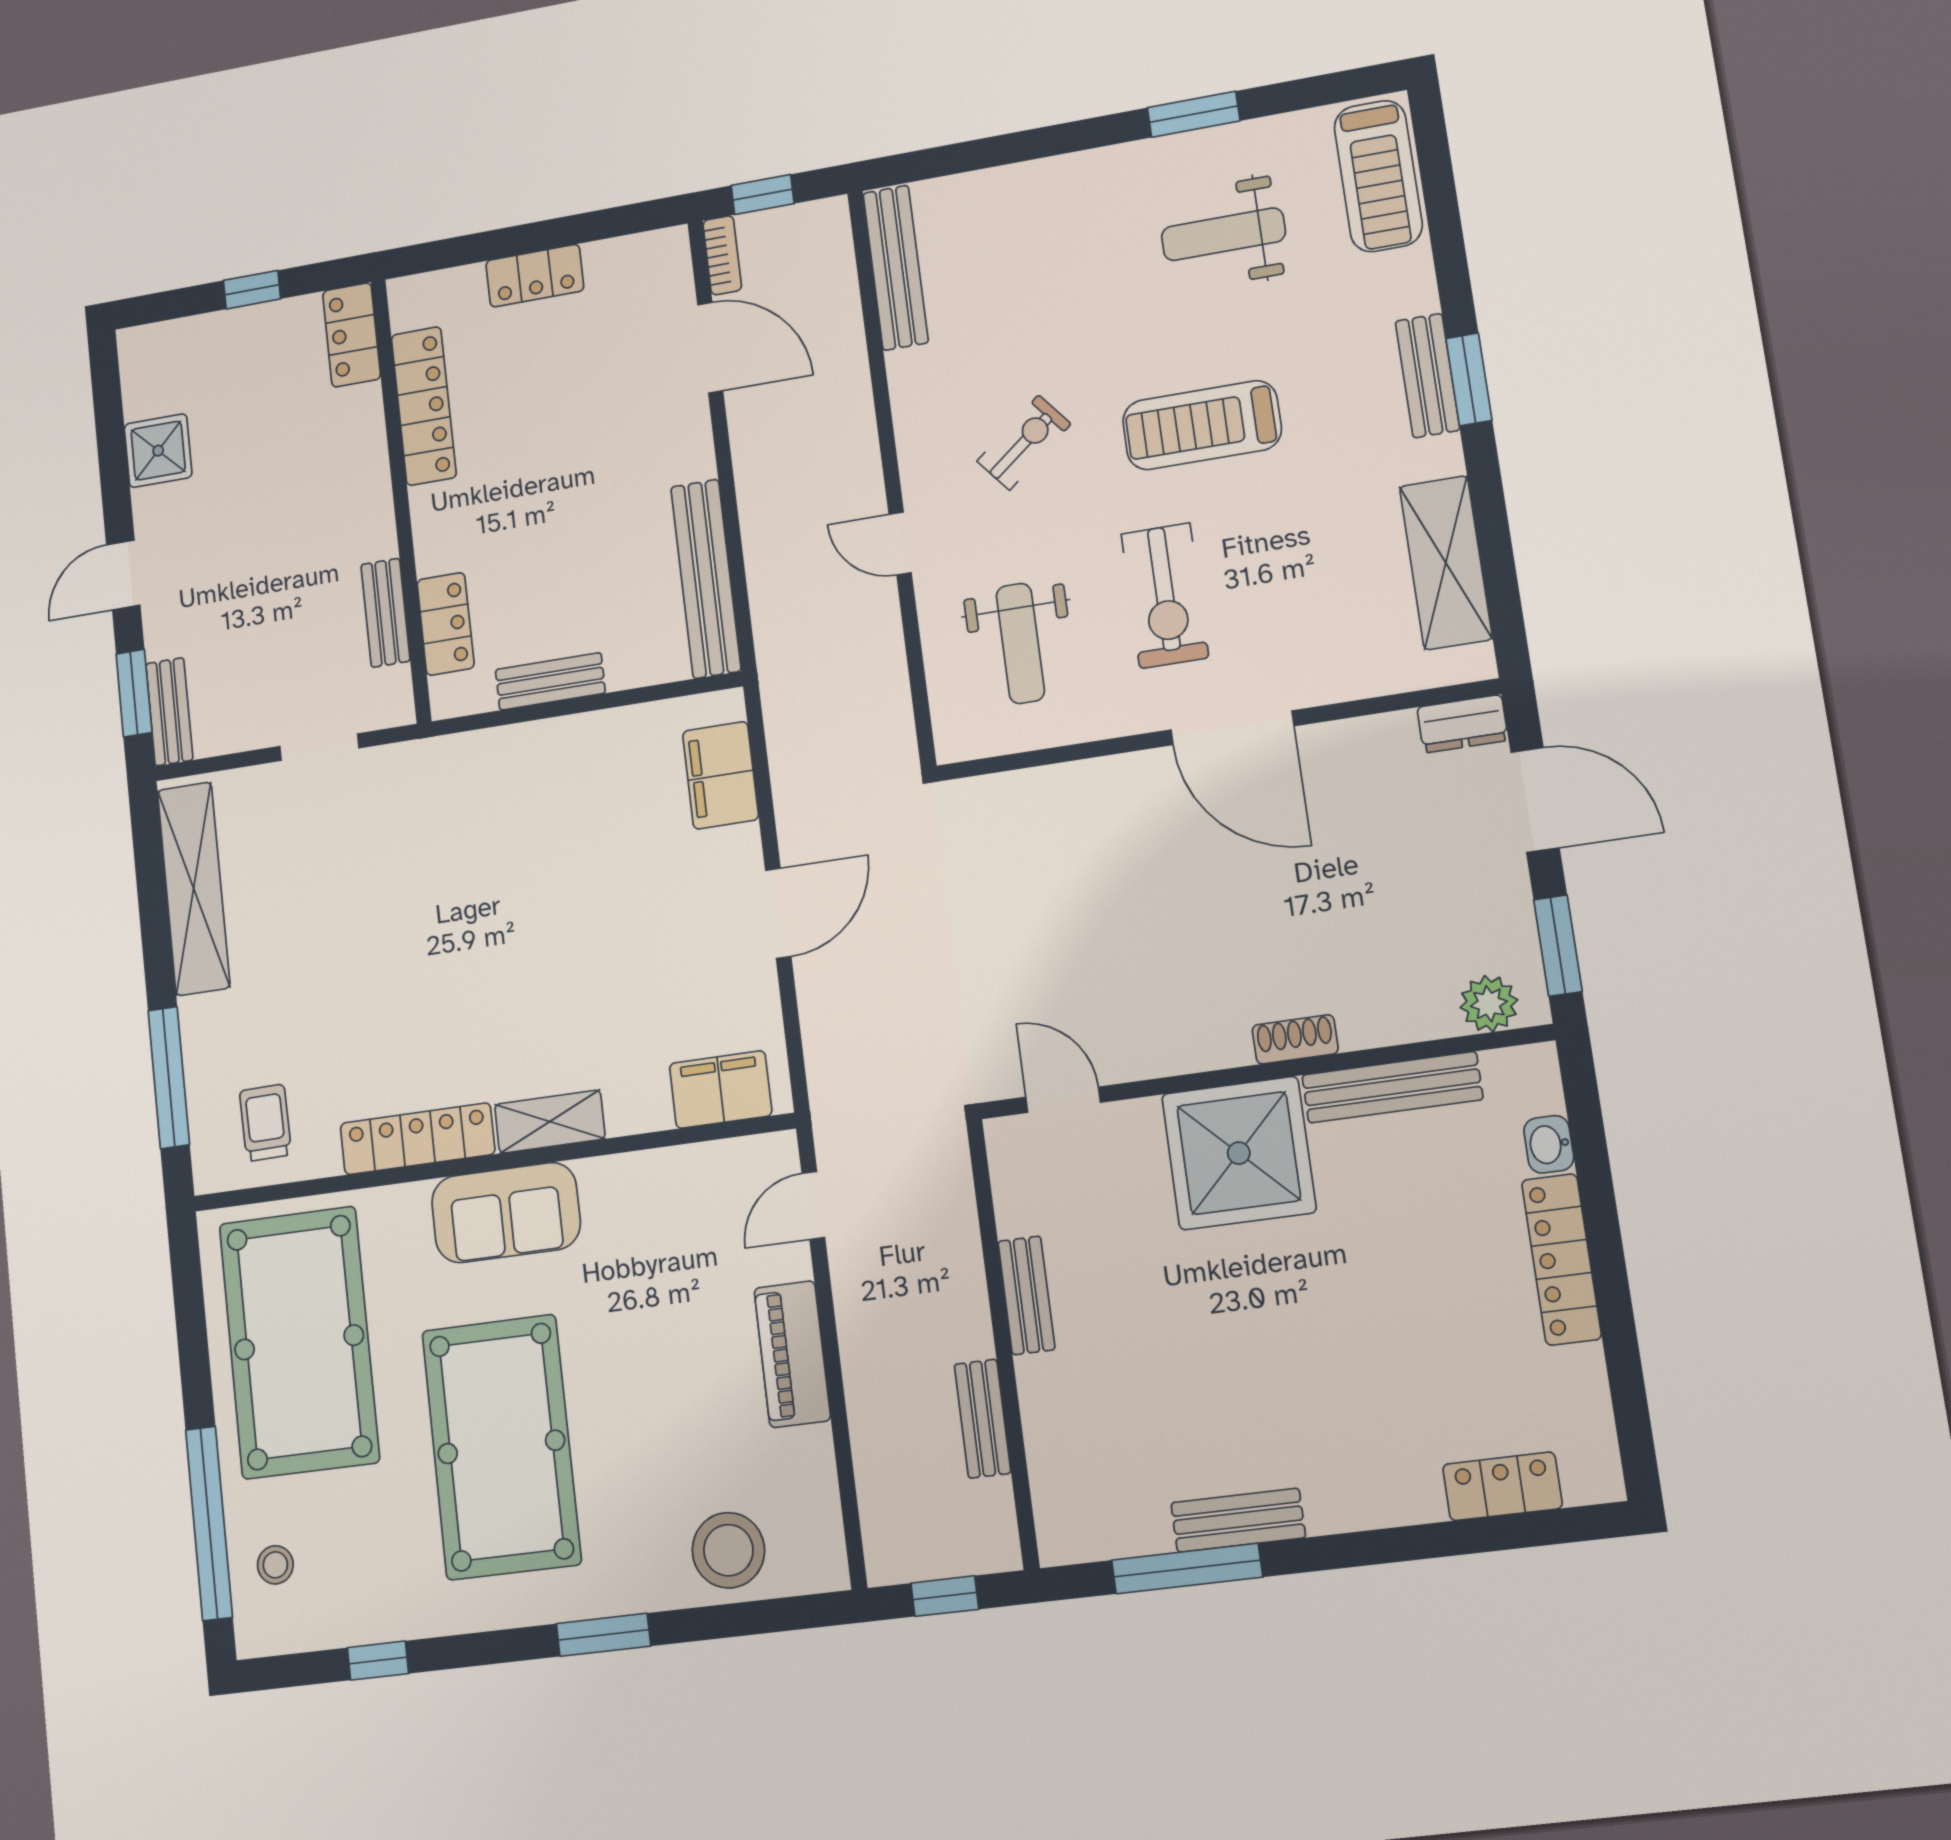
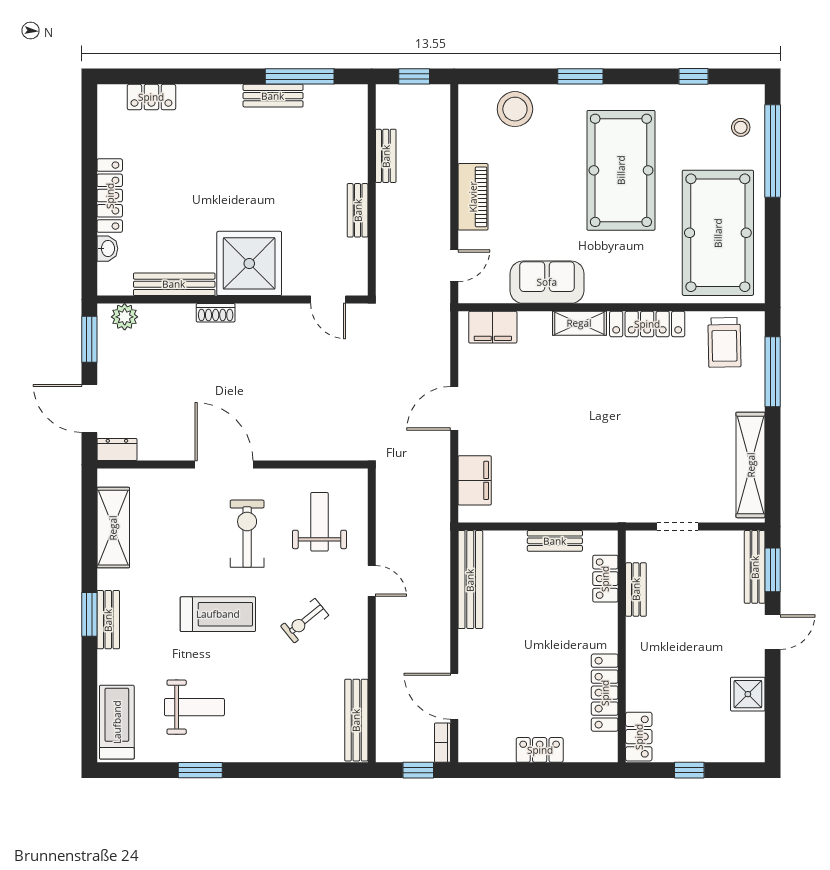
bench: (169, 712) -> (755, 567), width x1.36
trolley: (265, 1123) -> (724, 342), width x1.36, depth x1.39
sofa: (506, 1213) -> (547, 282), moved

